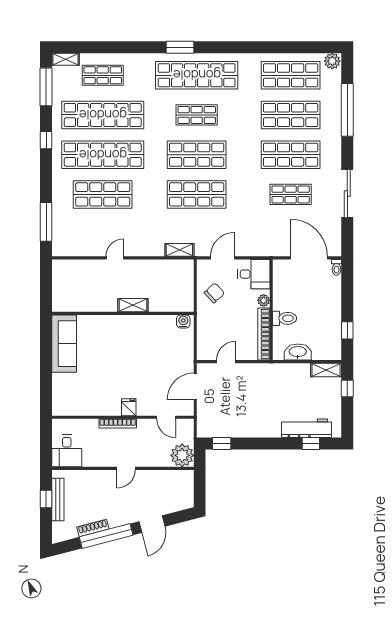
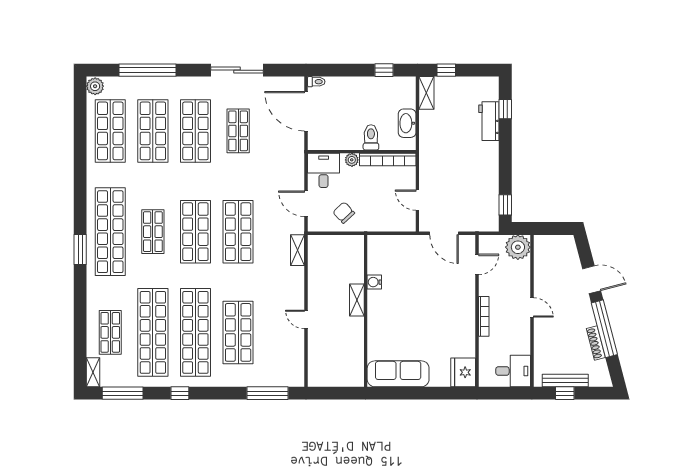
door: (309, 258) -> (306, 111), hinge flipped
water cooler: (183, 321) -> (374, 282), moved
fridge: (129, 407) -> (463, 372), moved, width x1.88, depth x1.34
workbench: (307, 428) -> (489, 121), width x0.73

